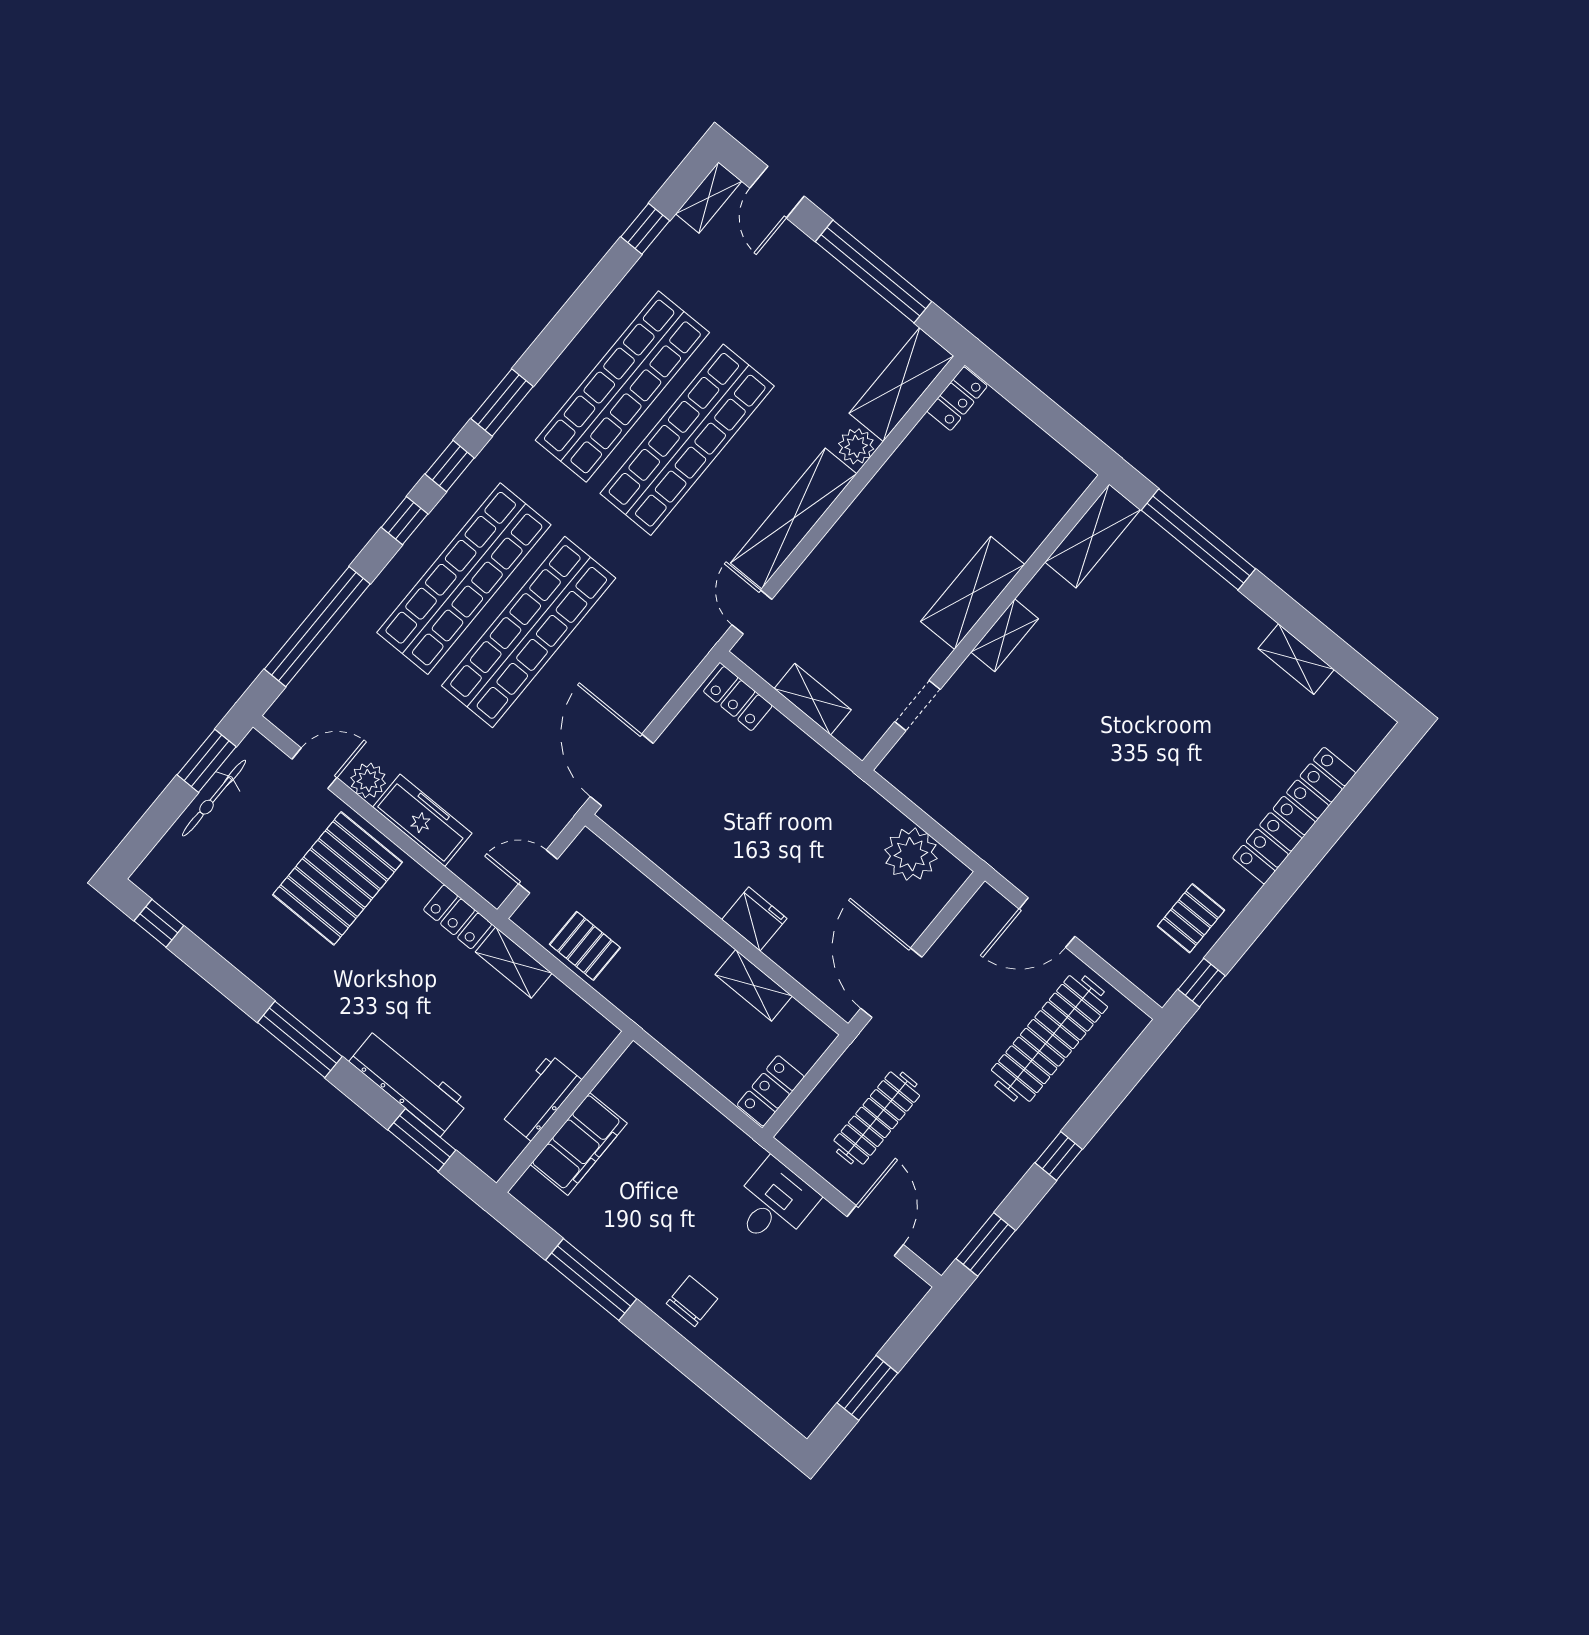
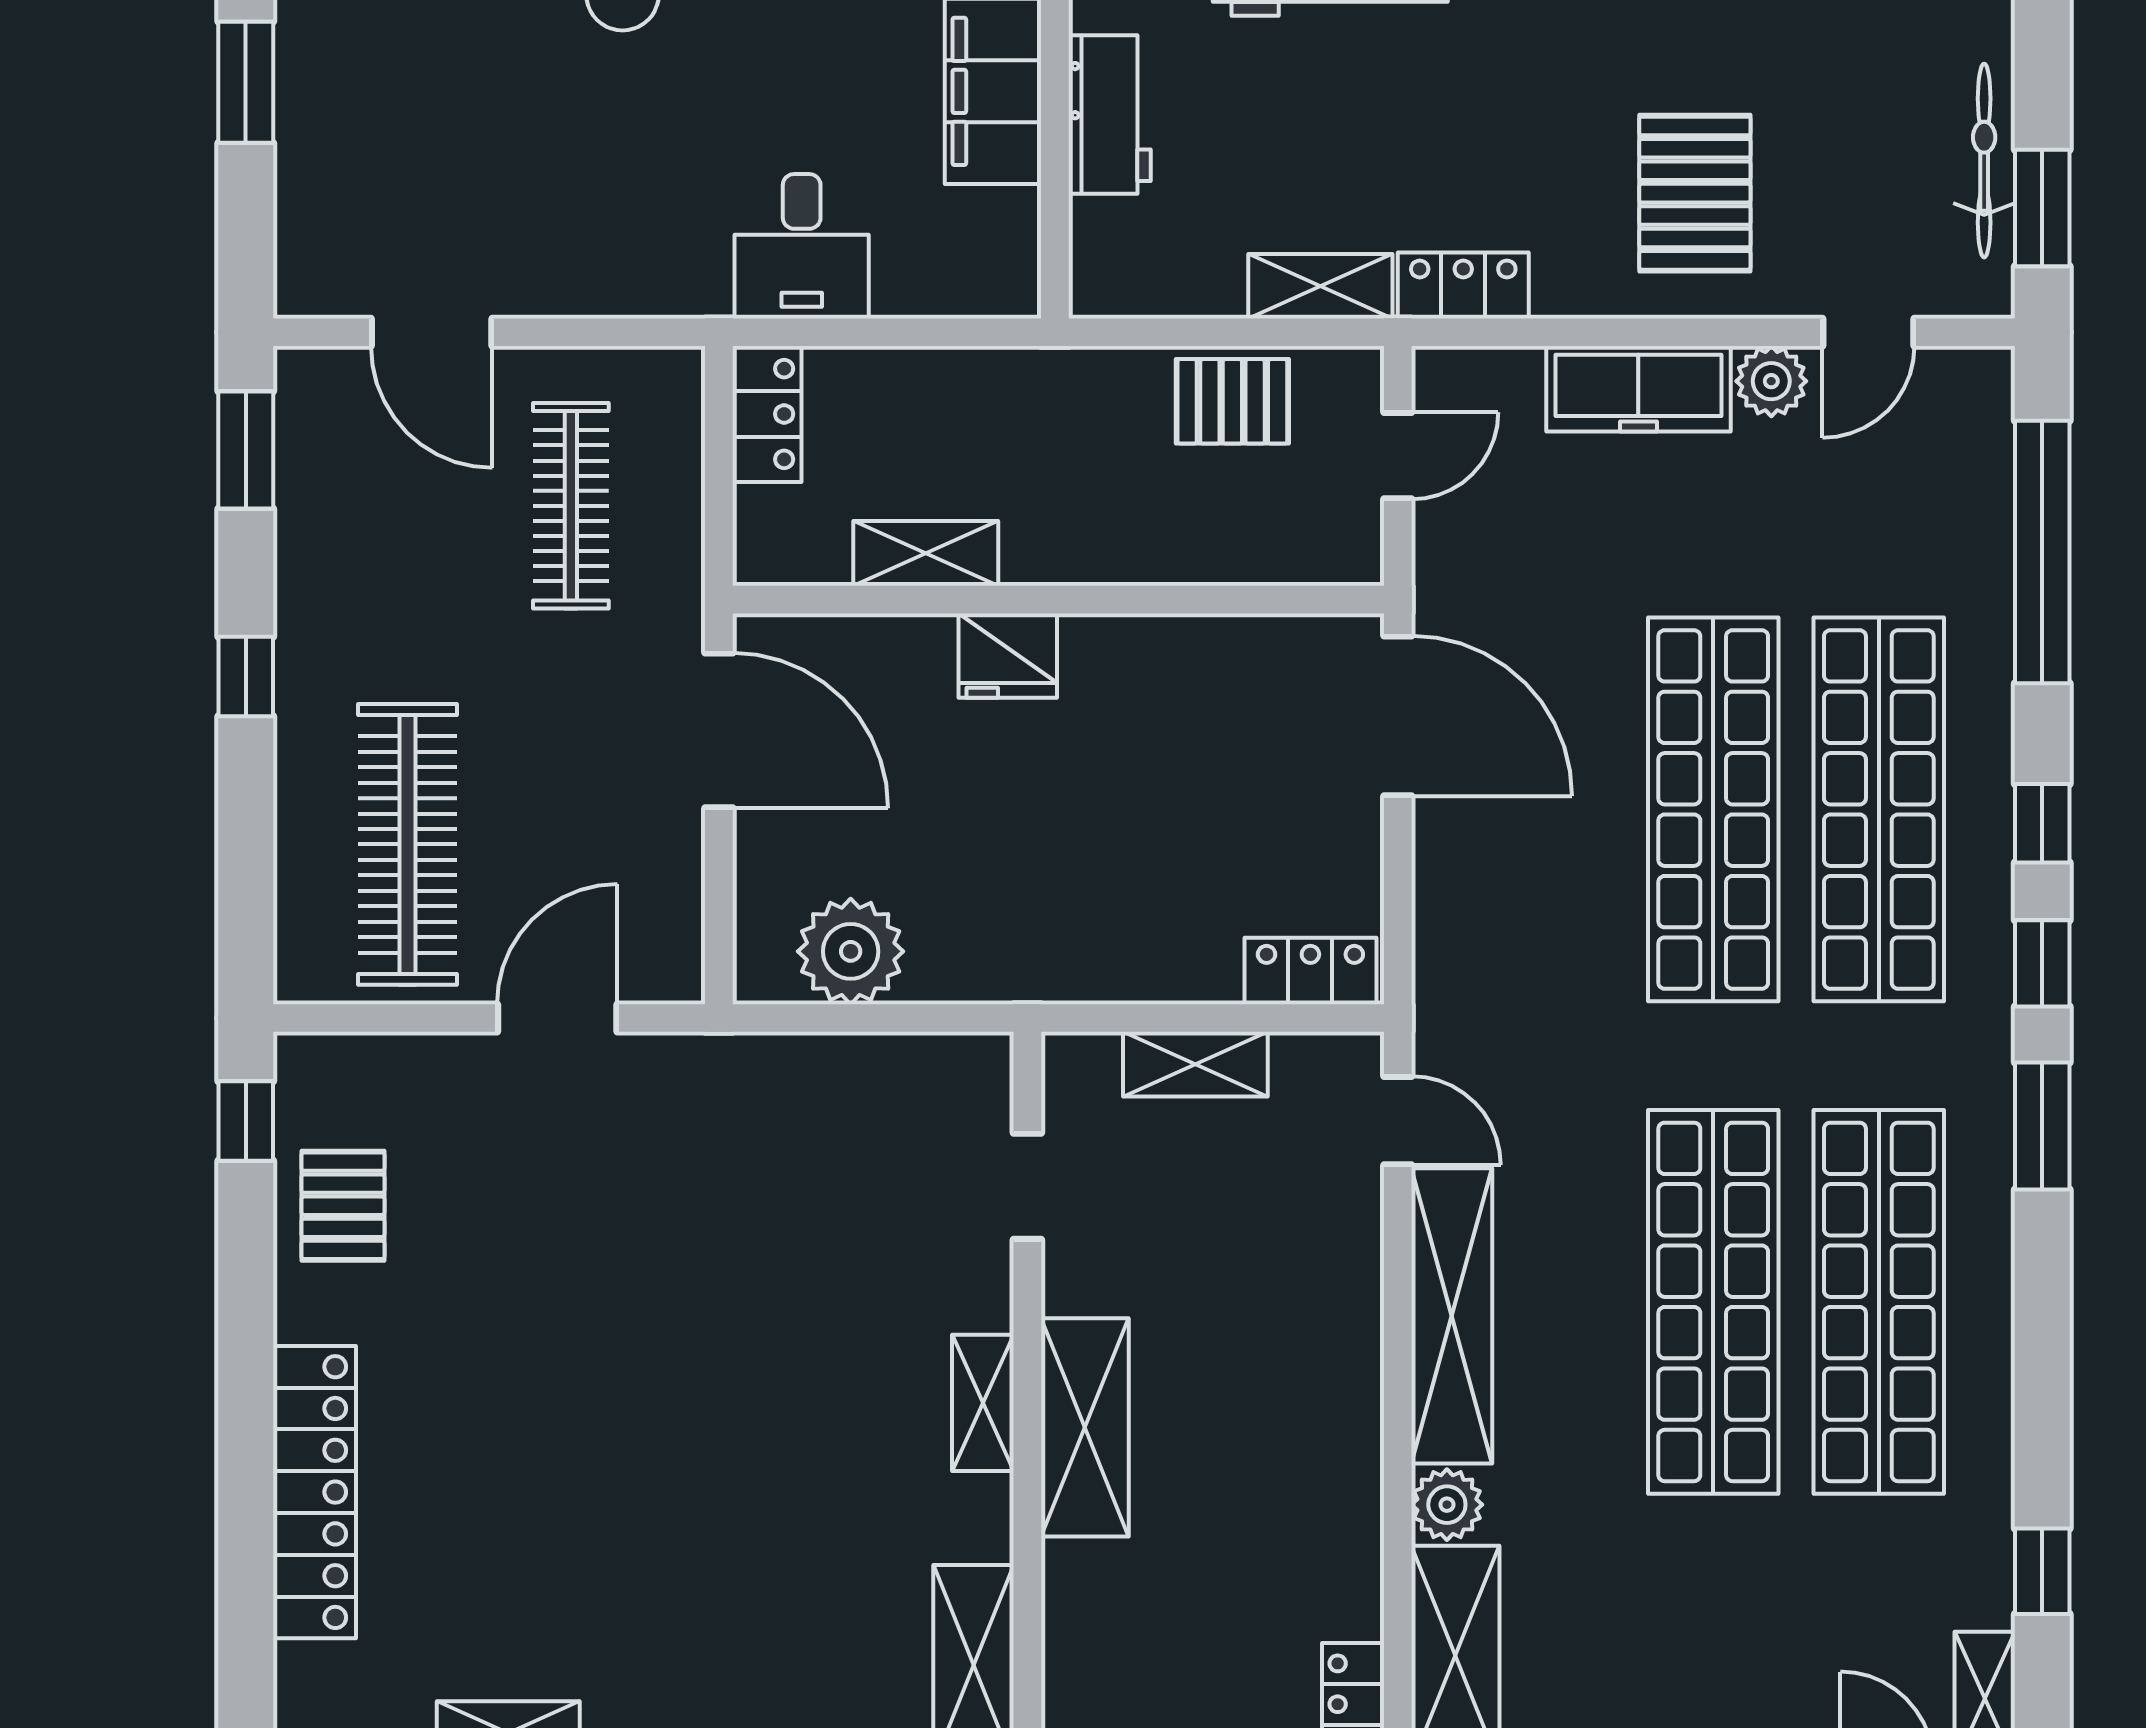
pallet: (337, 878) -> (1695, 193), width x0.73, depth x0.71
desk: (774, 1203) -> (802, 246), moved

